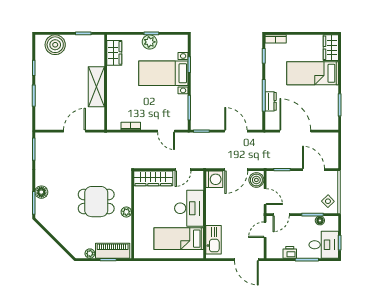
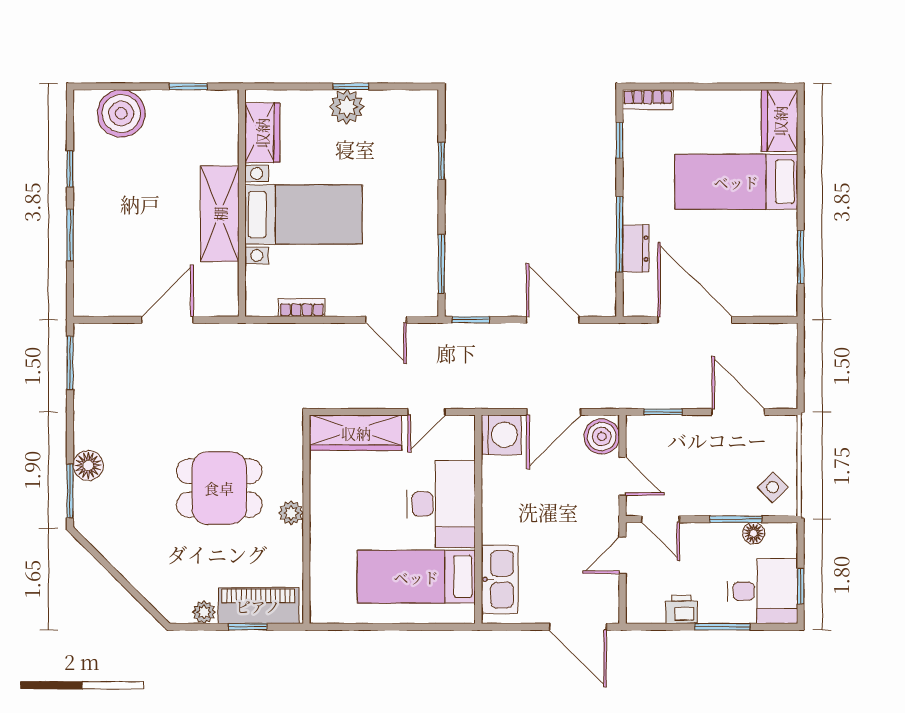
bed with nightstands: (163, 73) -> (304, 214), moved, turned 180
door: (281, 215) -> (661, 519), hinge flipped

